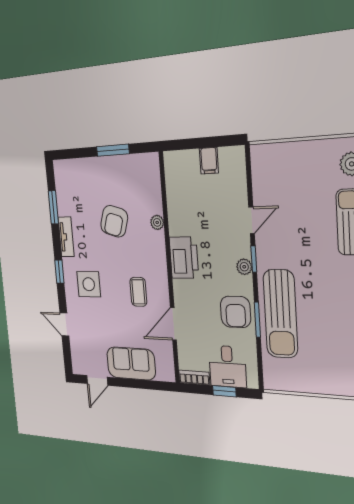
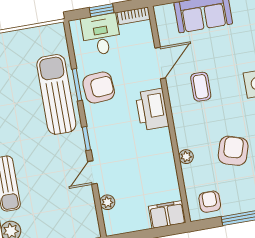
filing cabinet: (209, 161) -> (167, 214), moved, width x2.00
armchair: (139, 171) -> (210, 202), added
printer: (184, 258) -> (152, 109), moved
plant: (244, 267) -> (107, 202), moved
armchair: (236, 312) -> (99, 88), turned 86

